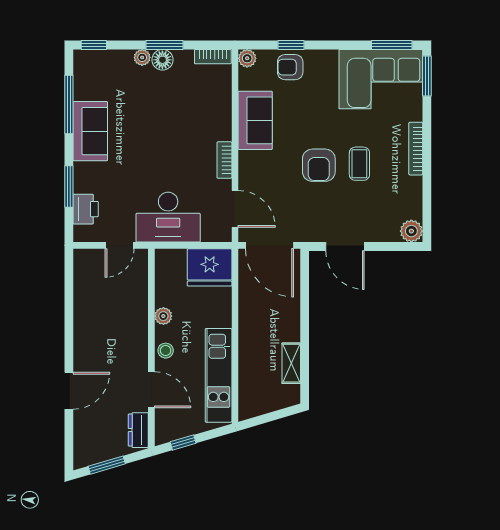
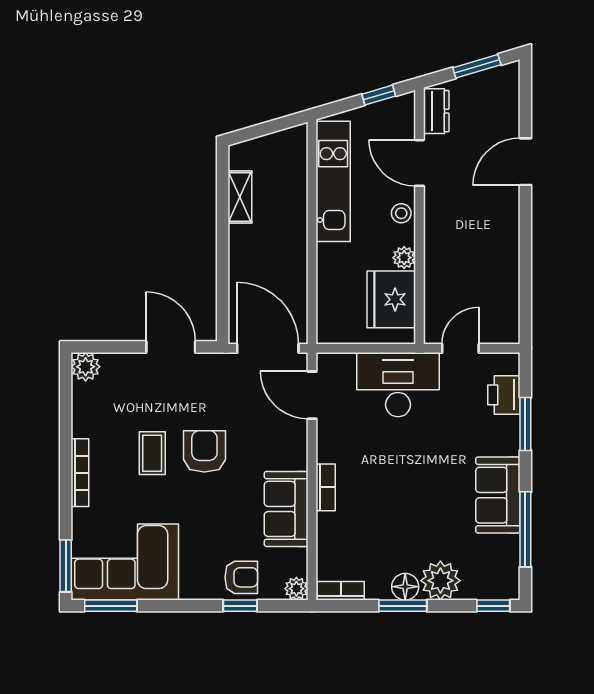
plant: (142, 57) -> (440, 581), width x1.88, depth x1.88
bookcase: (224, 160) -> (326, 487), moved
fridge: (210, 267) -> (391, 299), moved, turned -90

